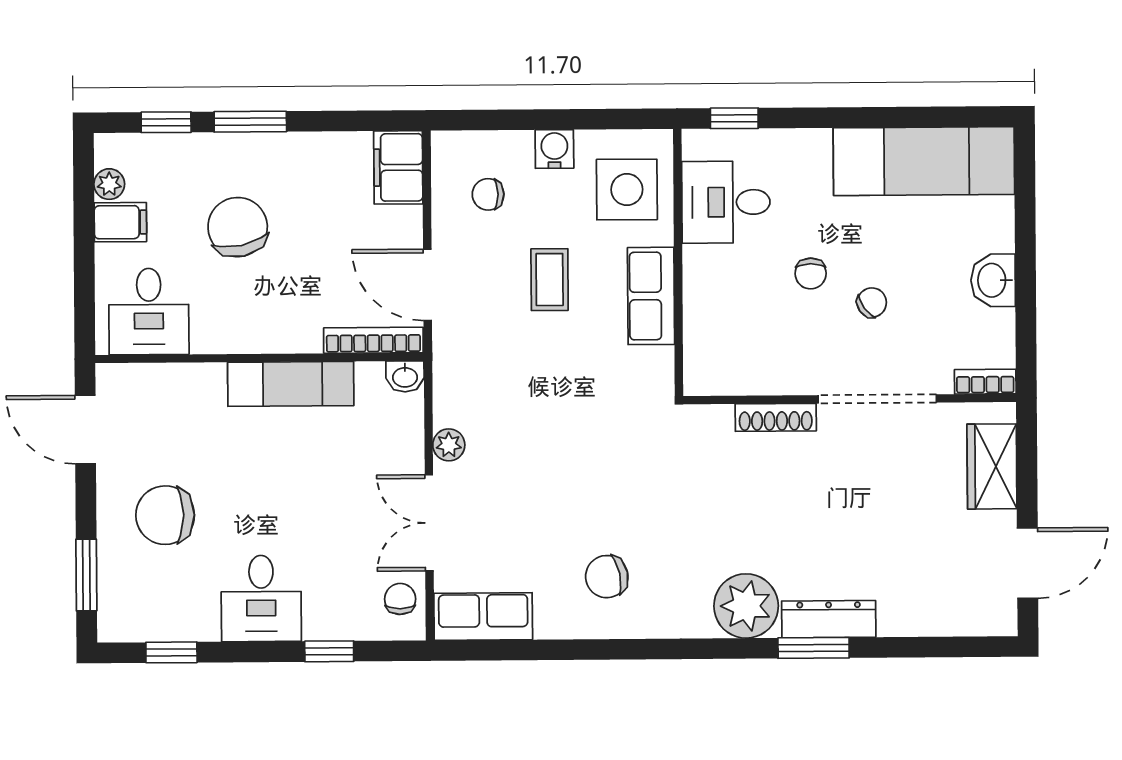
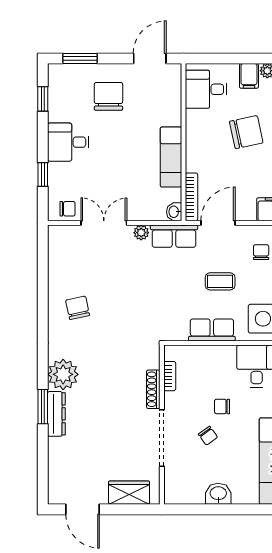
bookcase: (985, 382) -> (170, 376), moved
row of seats: (483, 616) -> (174, 236), moved, turned 90

